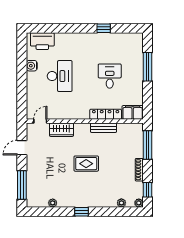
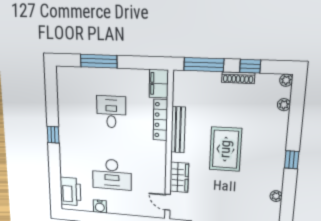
window: (104, 28) -> (53, 135), moved
desk: (60, 76) -> (112, 174), turned 180
desk: (110, 76) -> (111, 112), turned 90
bench: (103, 128) -> (178, 130), width x1.36
rug: (86, 164) -> (225, 149), width x1.36, depth x1.43
window: (148, 190) -> (250, 66), moved

